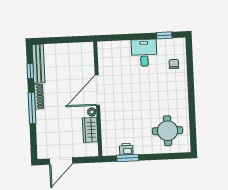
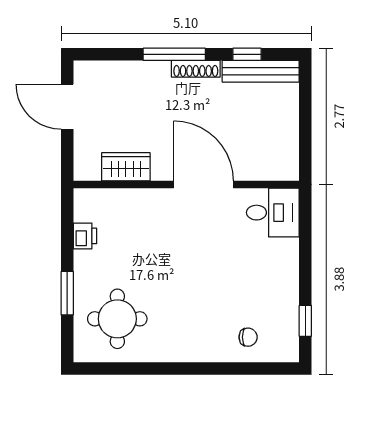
desk: (144, 53) -> (273, 213), moved
plant: (92, 112) -> (161, 172), removed
window: (128, 158) -> (67, 293), moved

